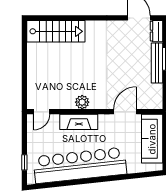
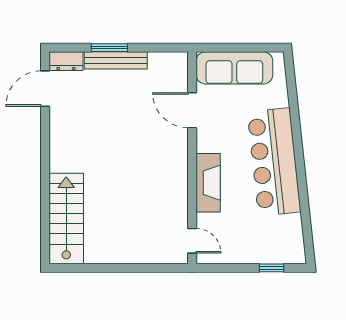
plant: (82, 102) -> (177, 177), removed
bar counter: (80, 165) -> (274, 162), width x0.73

